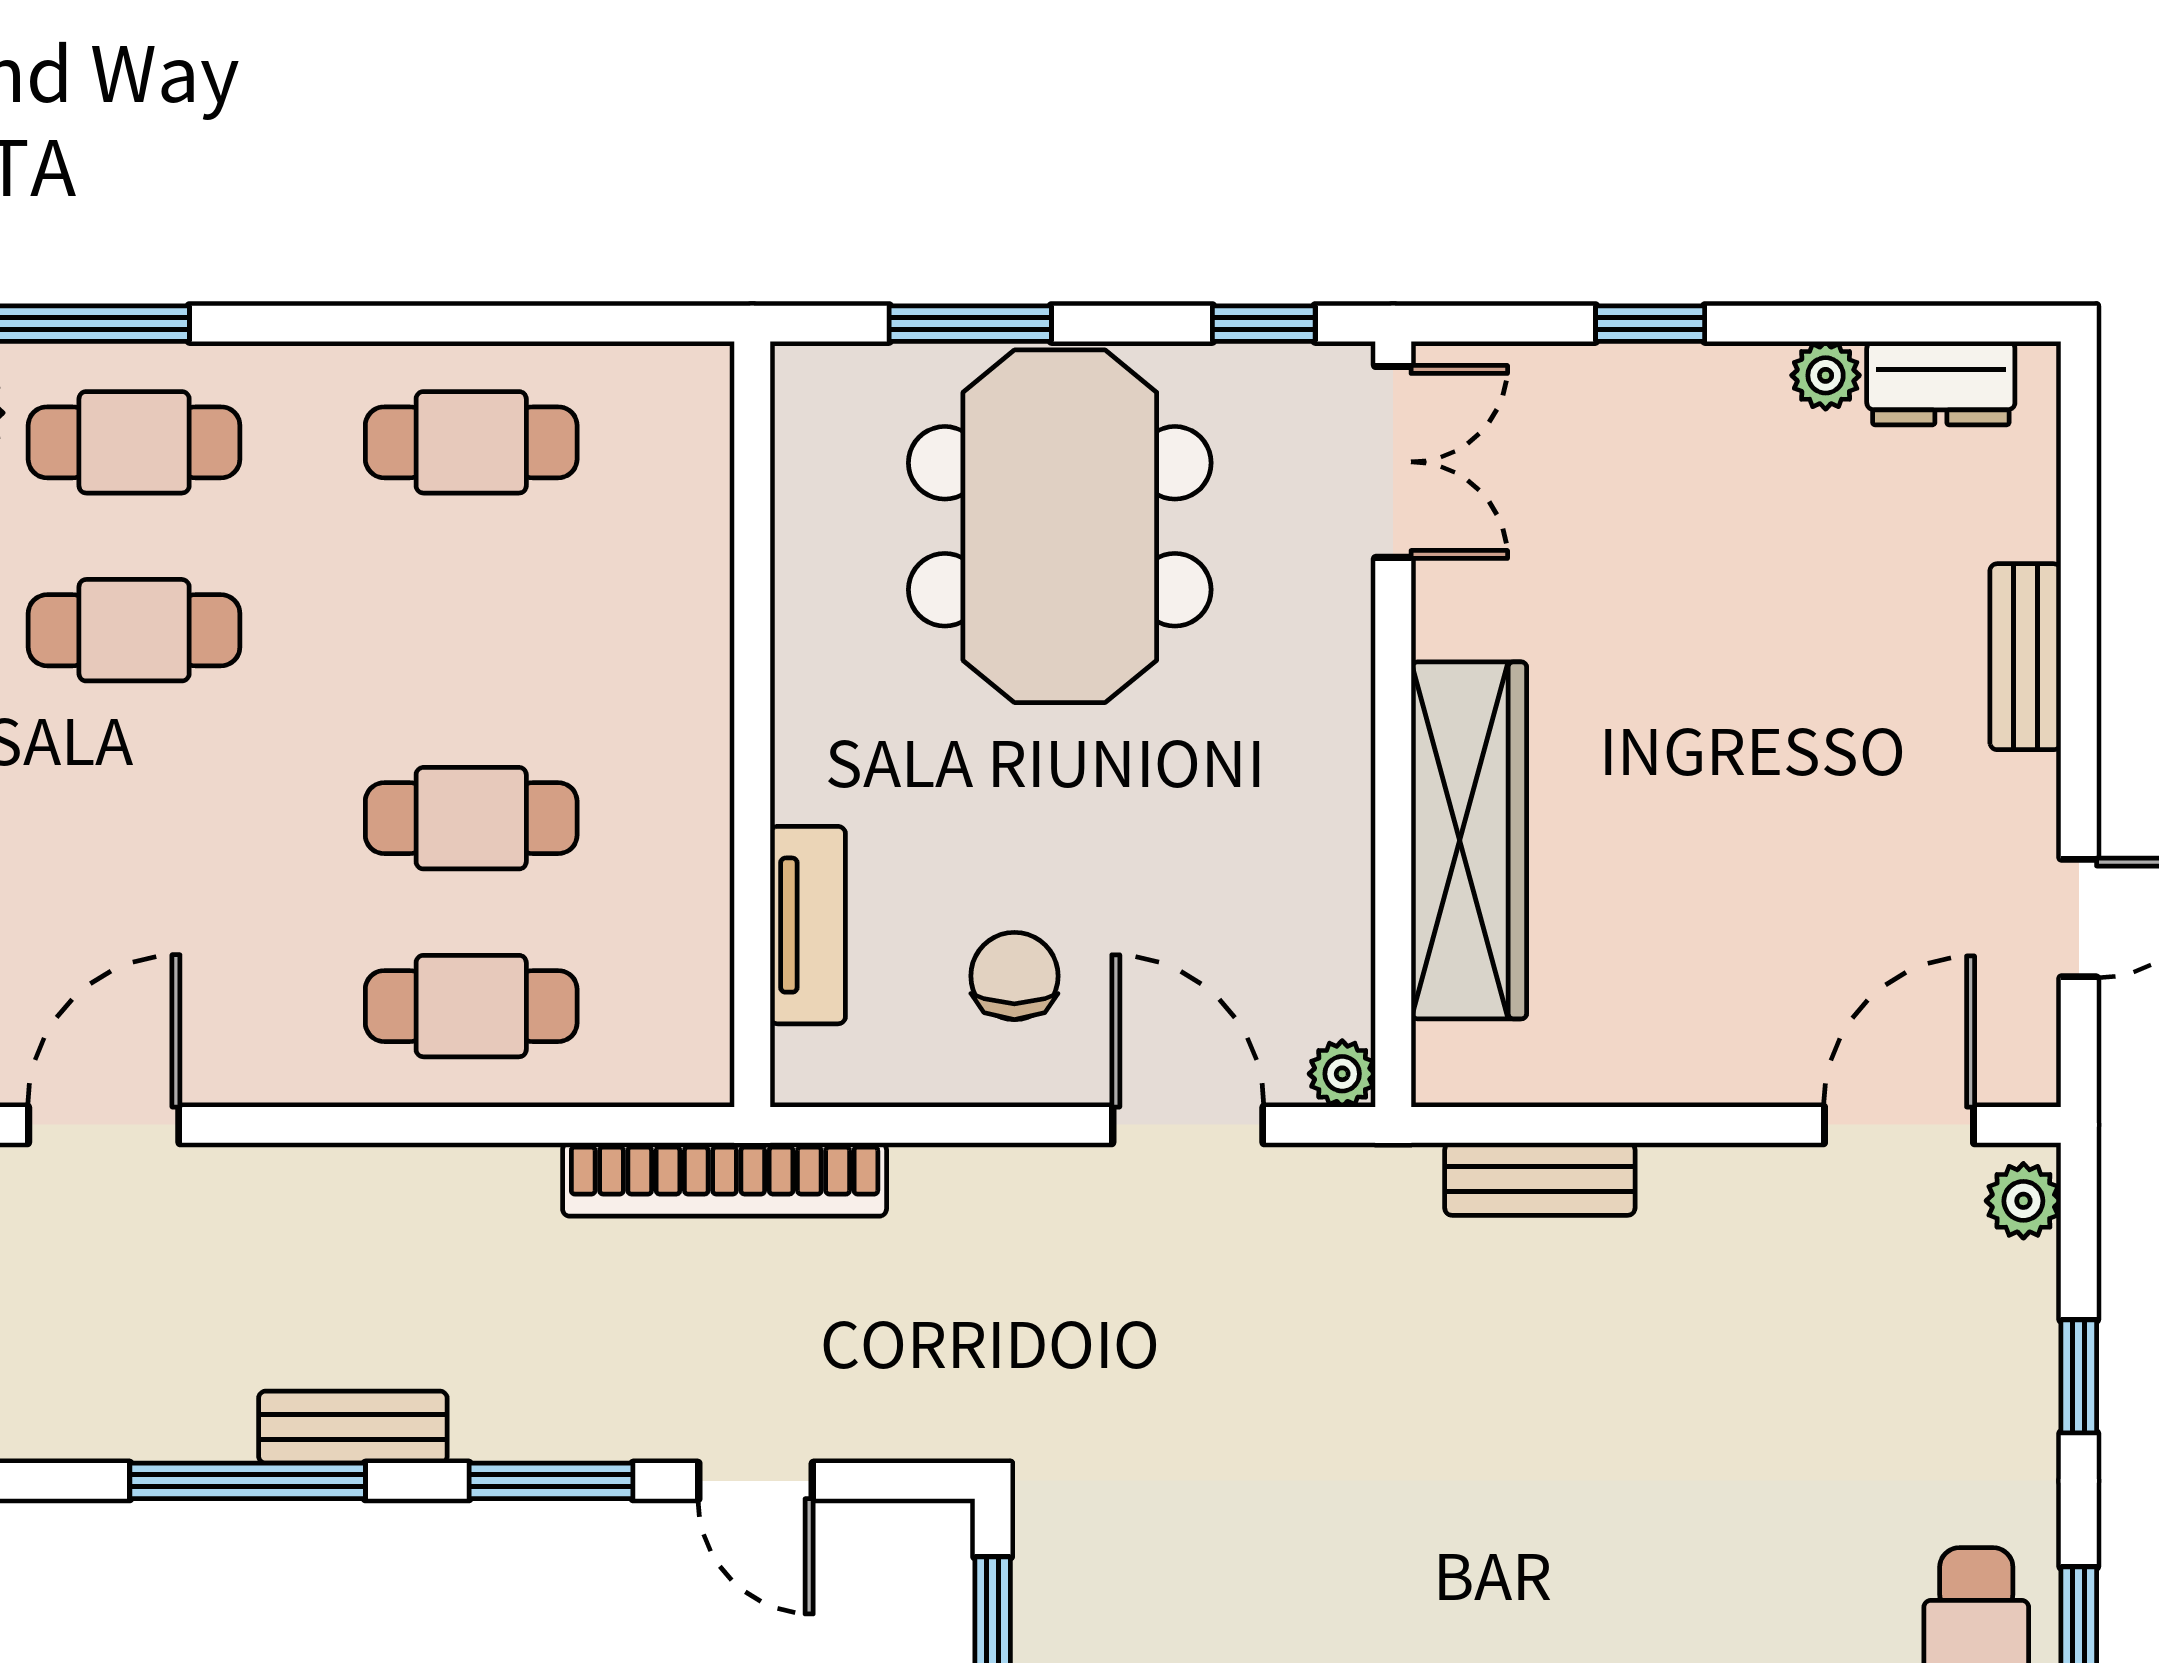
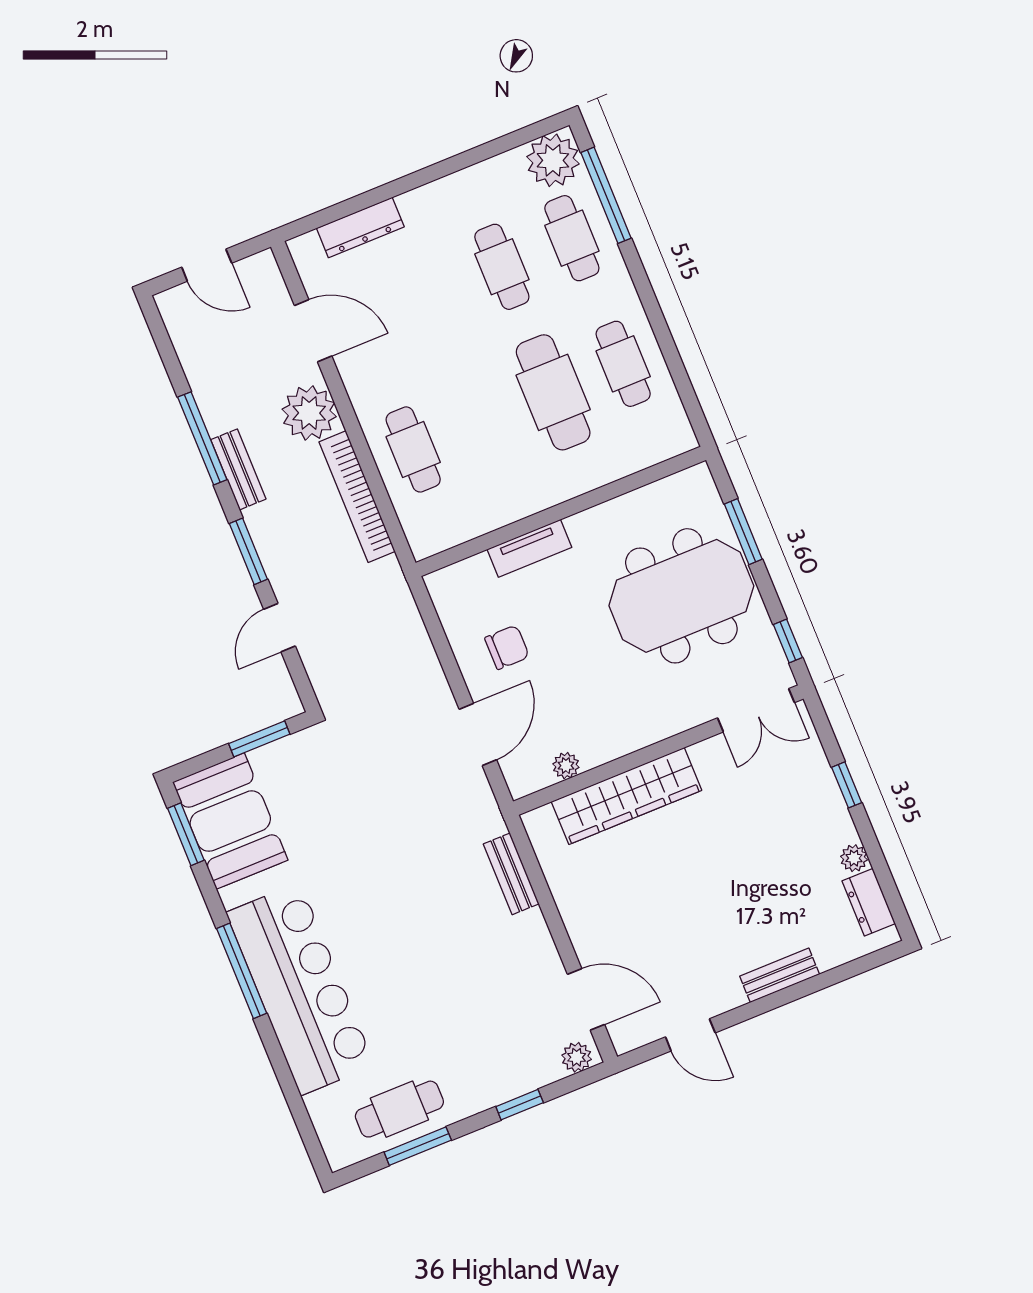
cafe table: (471, 818) -> (553, 392), moved, width x1.37, depth x1.35
tv unit: (808, 925) -> (529, 548), moved
plant: (1342, 1074) -> (566, 766), moved
bookcase: (725, 1179) -> (357, 497), moved
plant: (289, 1211) -> (309, 413), added

